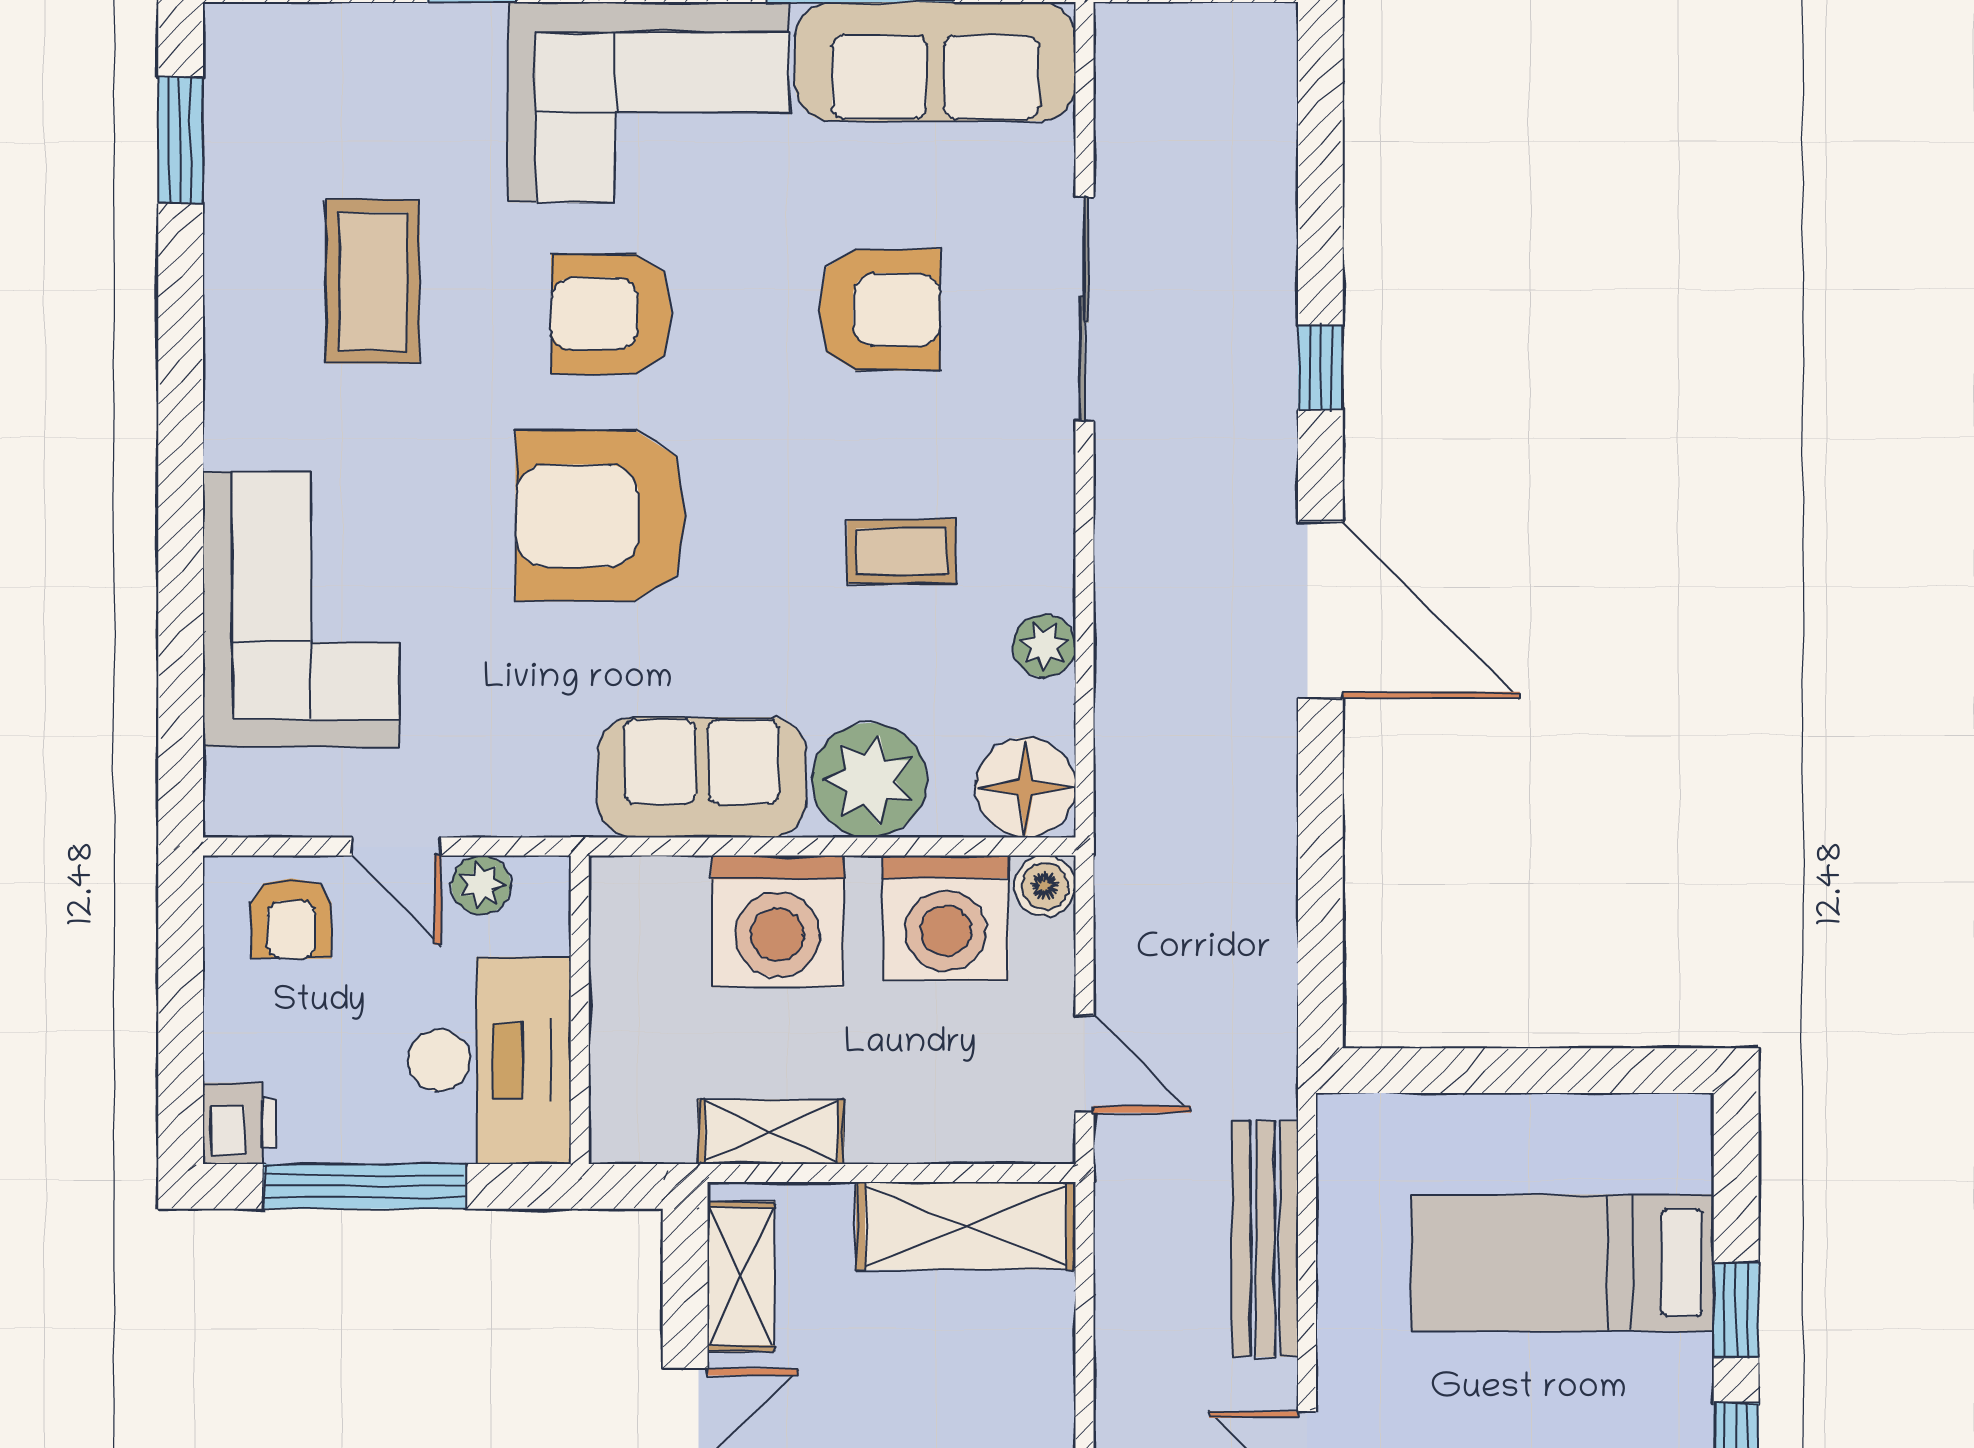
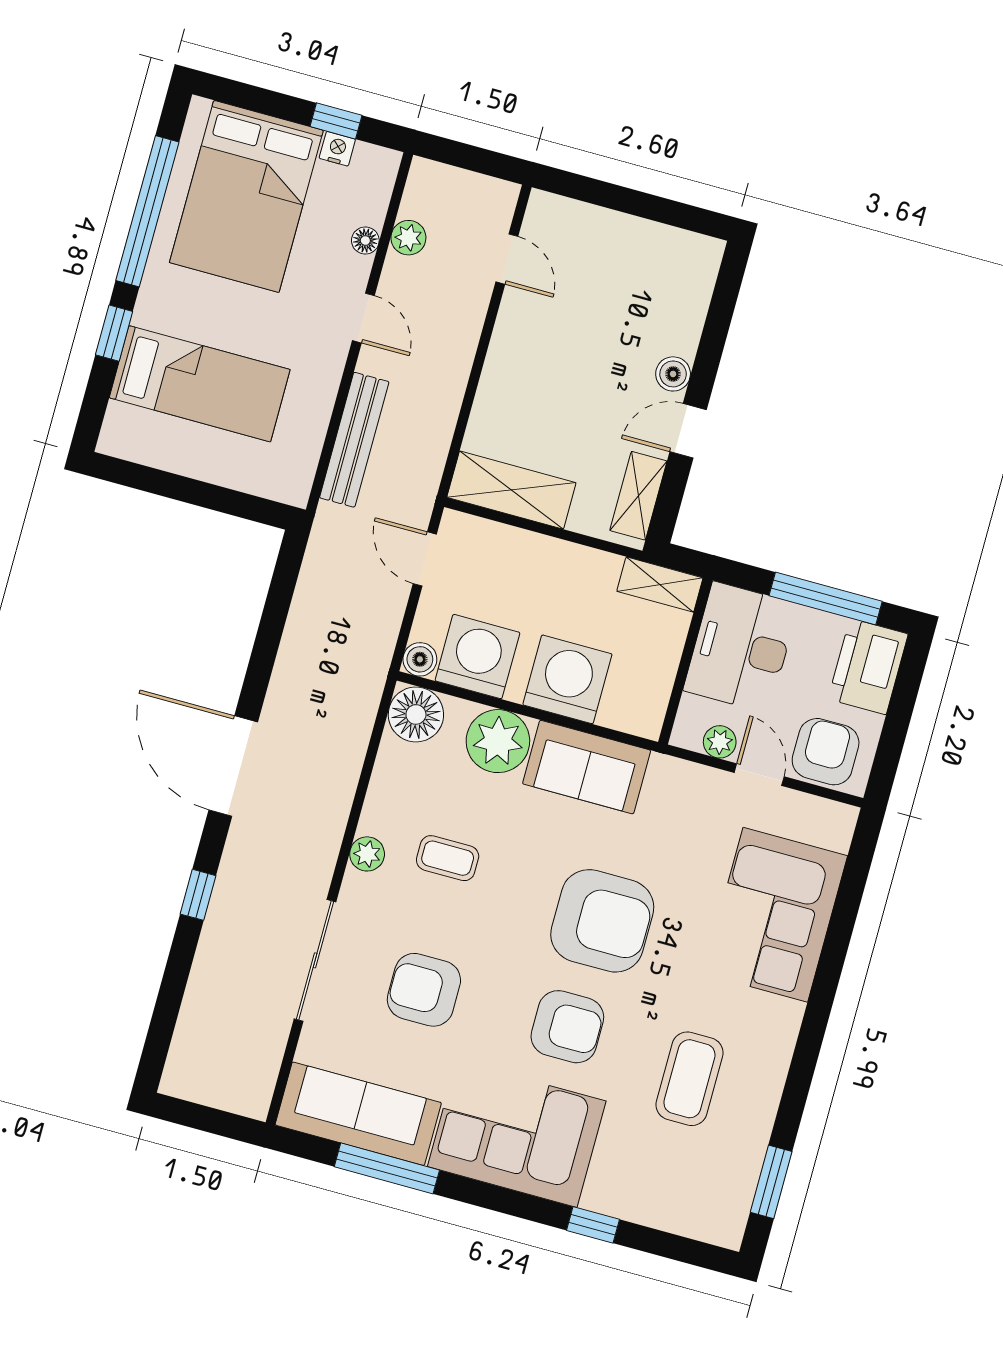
plant: (1044, 646) -> (367, 854), moved
armchair: (291, 919) -> (826, 752), width x1.38, depth x1.38
printer: (240, 1123) -> (868, 667), width x1.87, depth x1.48
shelving: (771, 1132) -> (660, 585), moved

